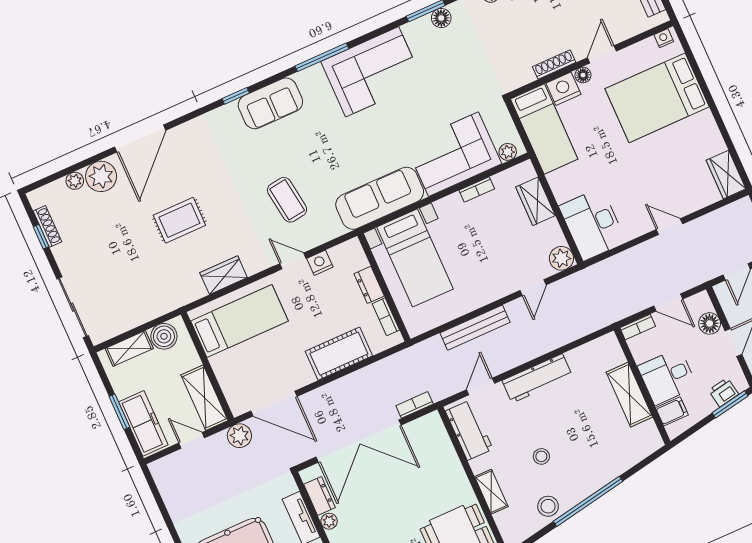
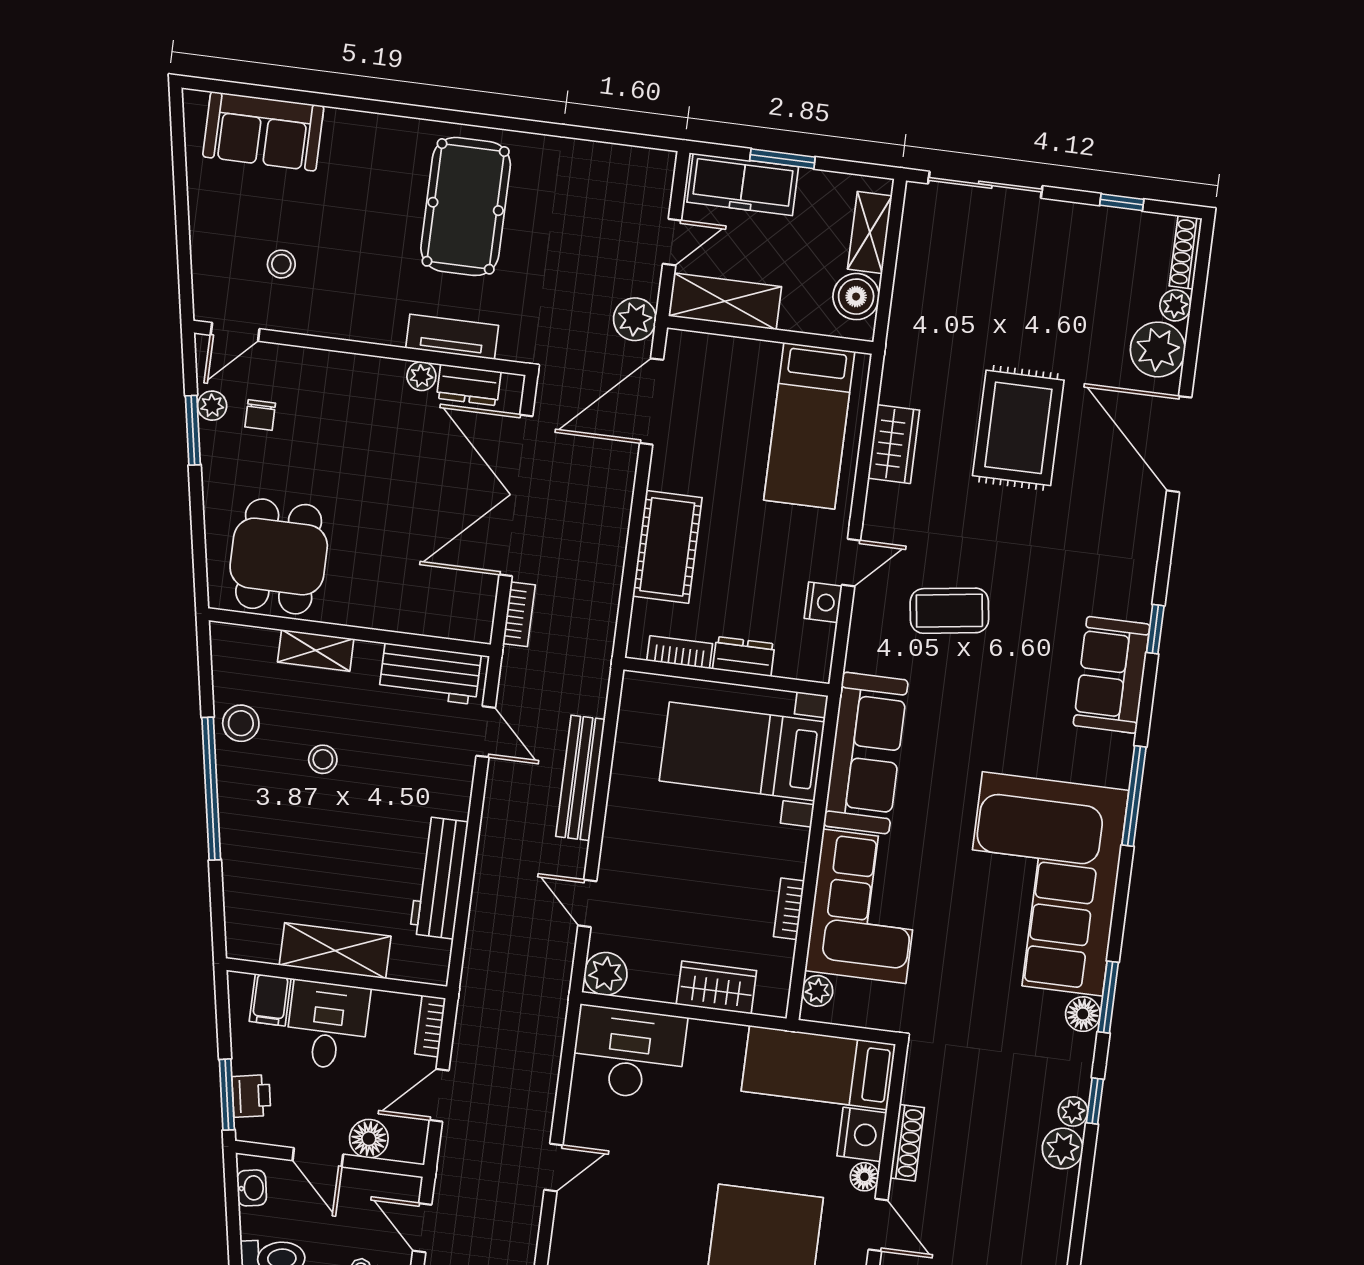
corner sofa: (372, 72) -> (1042, 884), width x1.36, depth x1.36
rug: (179, 220) -> (1018, 428), width x1.36, depth x1.43
shoe rack: (47, 226) -> (1186, 252), moved, turned 90
workbench: (537, 378) -> (439, 878), moved

